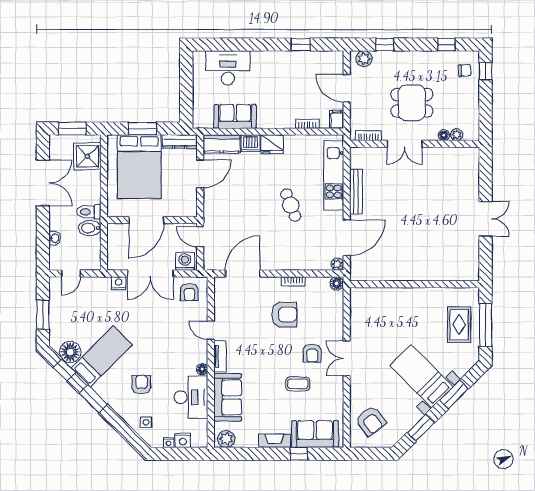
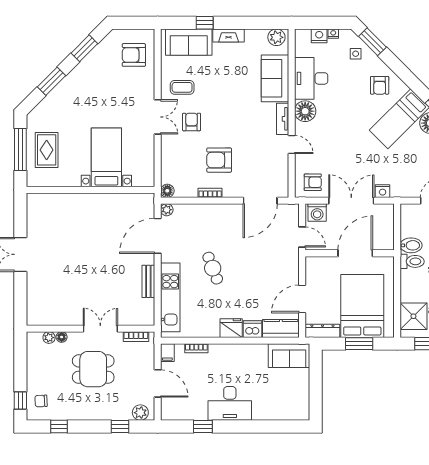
desk: (228, 68) -> (230, 403), moved
sofa: (235, 116) -> (289, 356), moved
bench: (356, 192) -> (148, 281), width x0.73
armchair: (189, 292) -> (313, 182), turned 90
floor lamp: (202, 369) -> (305, 111), width x1.89, depth x1.89
bed with nightstands: (421, 376) -> (106, 157), moved, turned -135
coffee table: (298, 384) -> (182, 87), moved
armchair: (141, 385) -> (380, 85), moved
window: (93, 399) -> (372, 42), moved
armchair: (371, 421) -> (134, 55), turned -53

